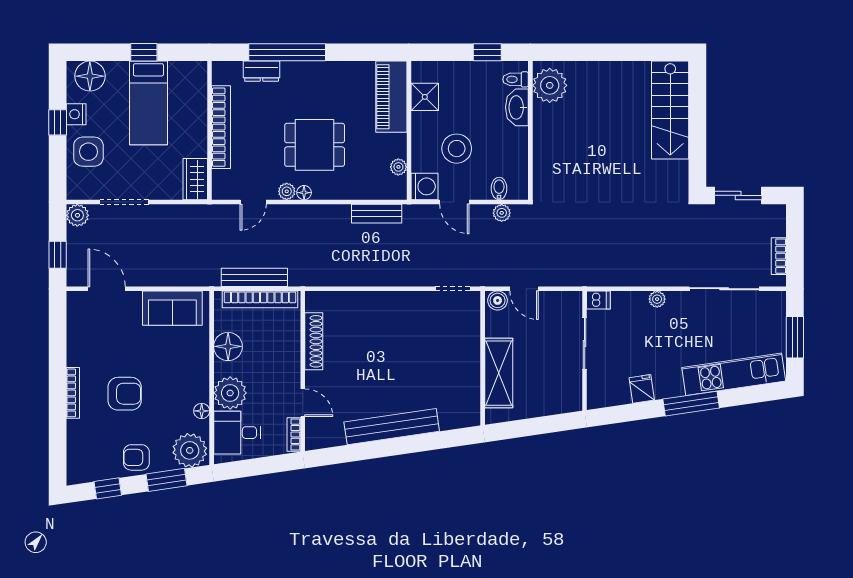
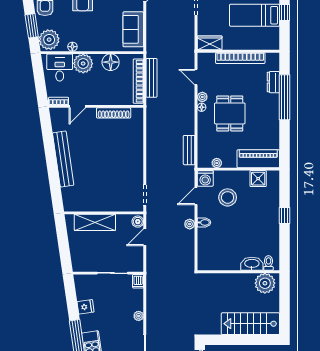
toilet: (516, 79) -> (268, 263), moved
plant: (550, 85) -> (265, 283), moved
washbasin: (517, 107) -> (252, 264), moved
wall: (530, 130) -> (238, 272), moved

